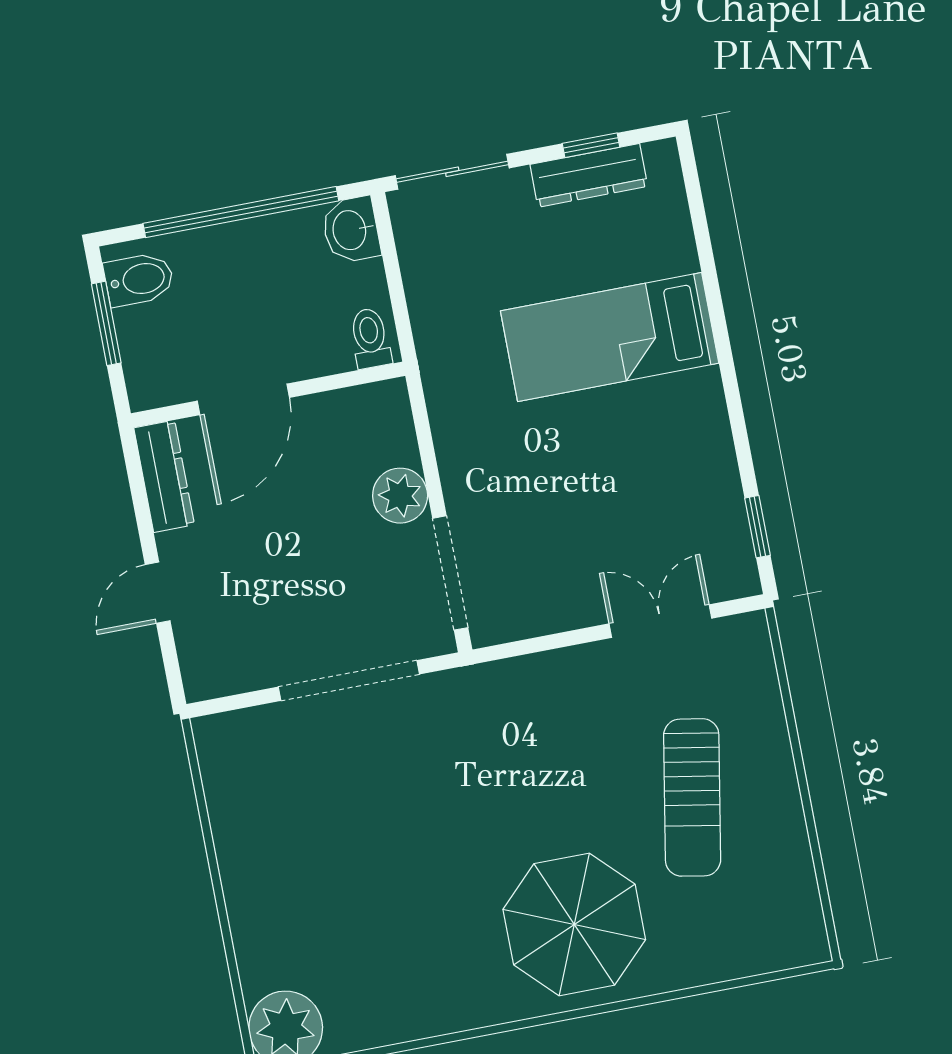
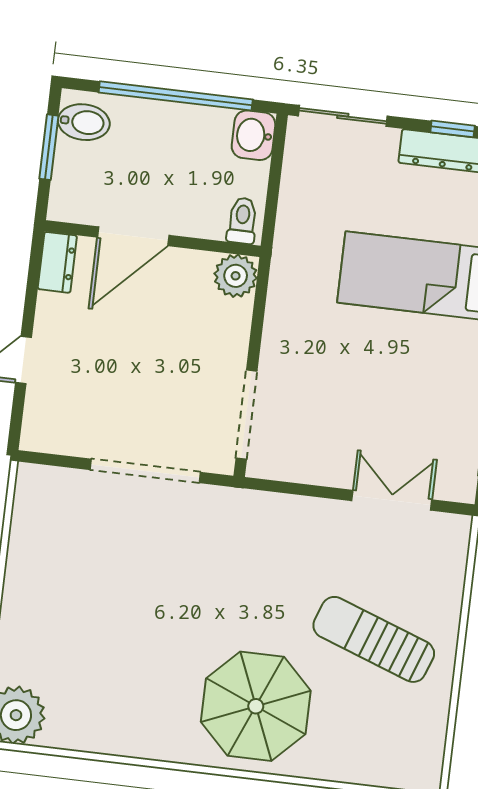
dresser: (164, 476) -> (57, 262), width x0.70
plant: (400, 496) -> (236, 276), moved
sun lounger: (692, 797) -> (374, 639), turned 100

